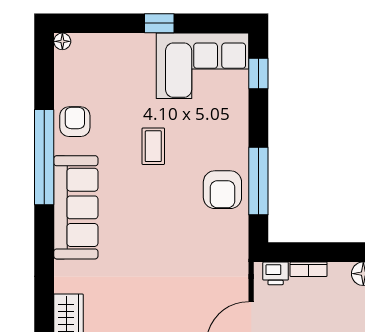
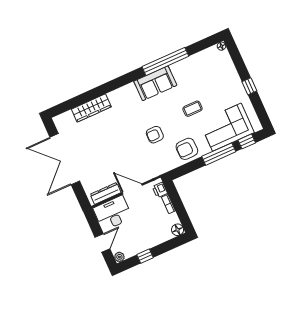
corner sofa: (203, 66) -> (227, 127), moved, turned 90
armchair: (75, 122) -> (155, 135), moved, turned 180
window: (258, 181) -> (219, 154), moved
sofa: (76, 207) -> (155, 83), width x0.73

